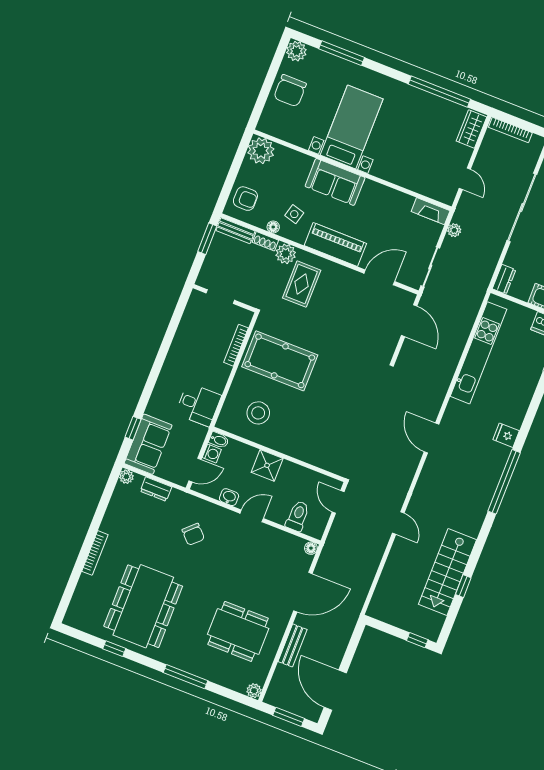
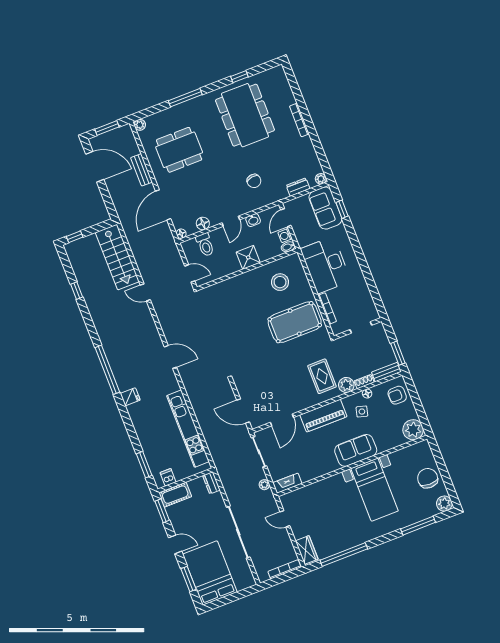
desk: (198, 405) -> (326, 265), width x1.87, depth x1.30
chair: (193, 534) -> (254, 181), turned -145
floor lamp: (281, 539) -> (203, 223), added
stairs: (447, 572) -> (117, 257), moved, turned 180

